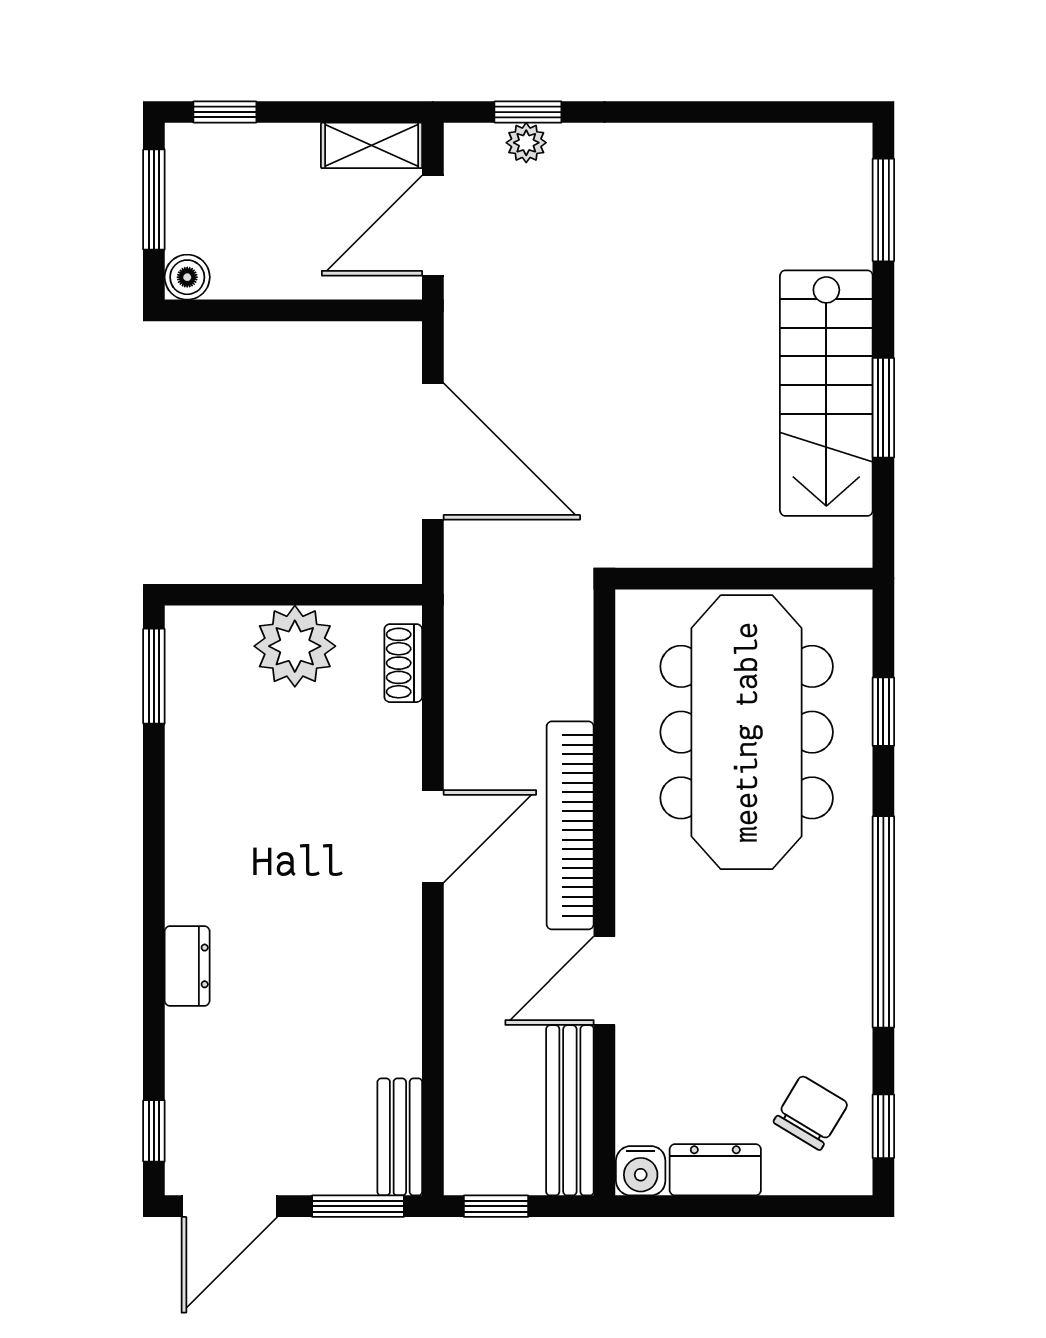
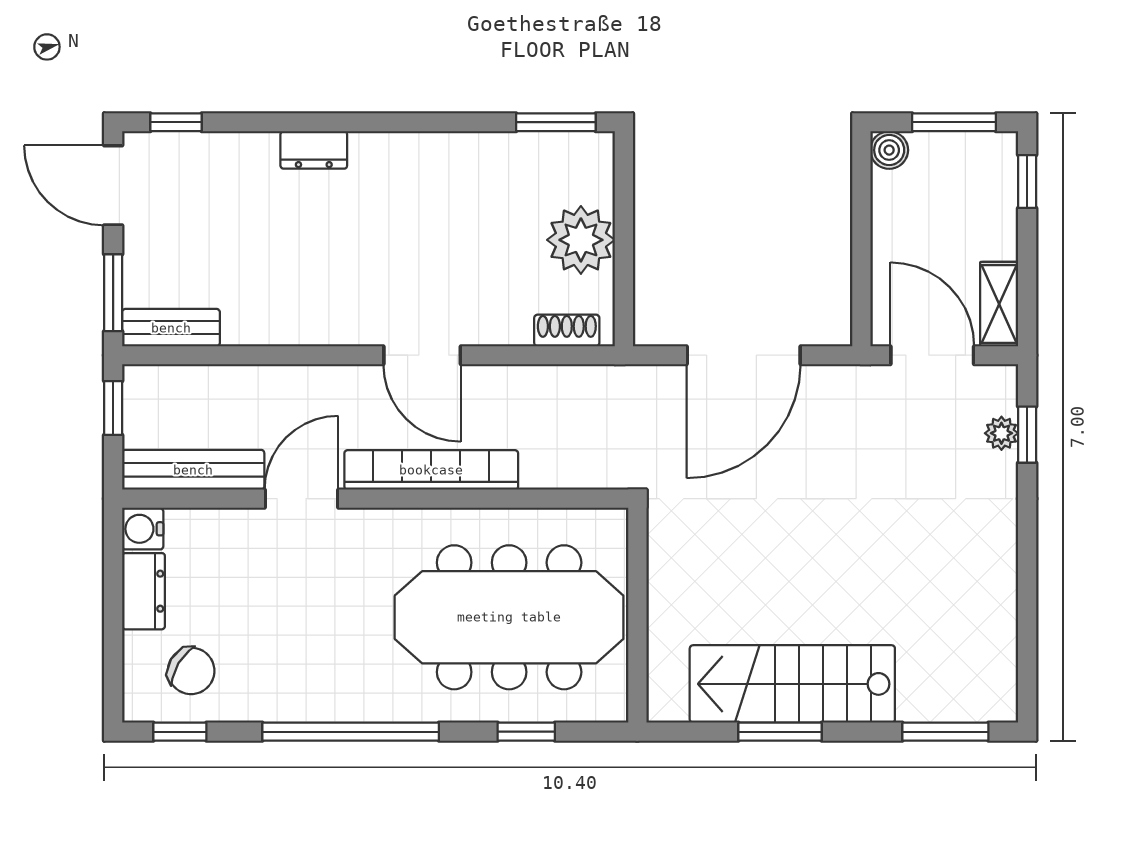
door: (604, 981) -> (301, 499), hinge flipped

